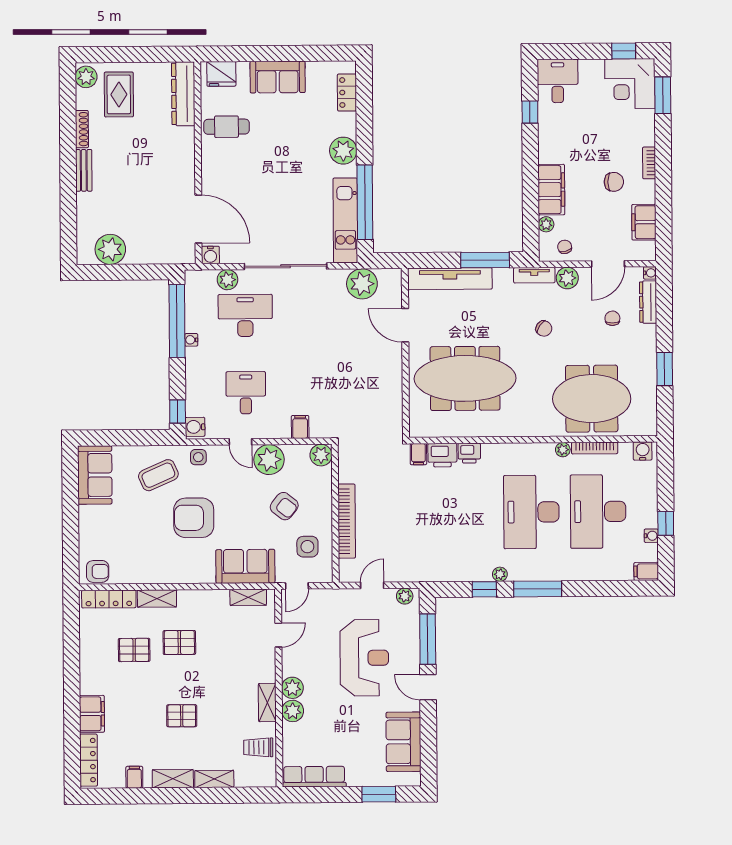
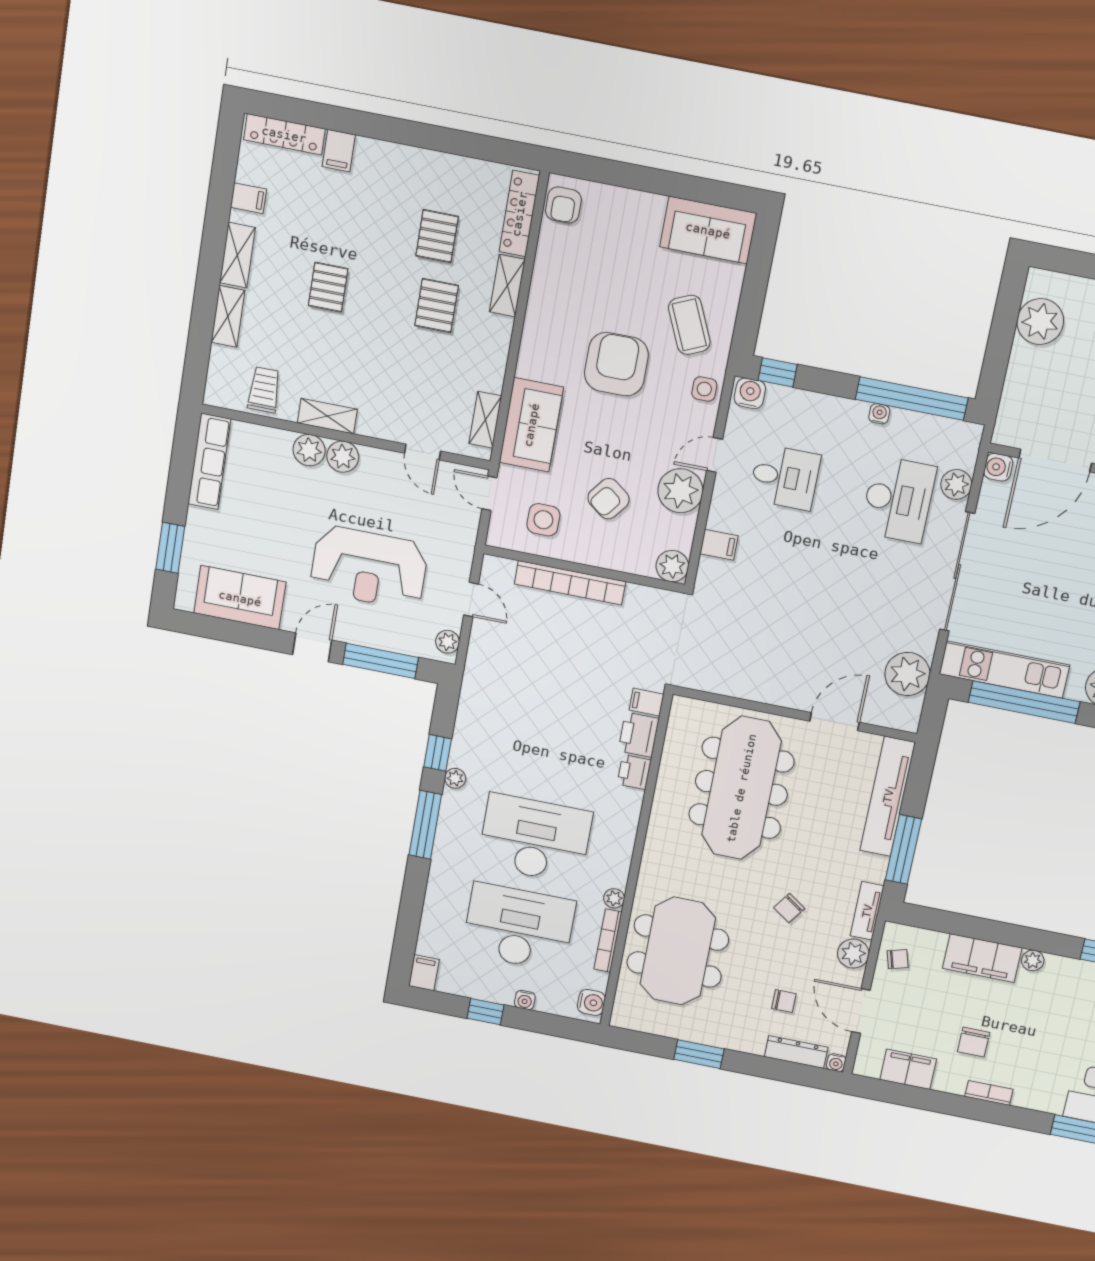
plant: (546, 224) -> (1033, 961), moved
water cooler: (651, 536) -> (525, 1000), moved
filing cabinet: (92, 714) -> (339, 151), width x0.50

